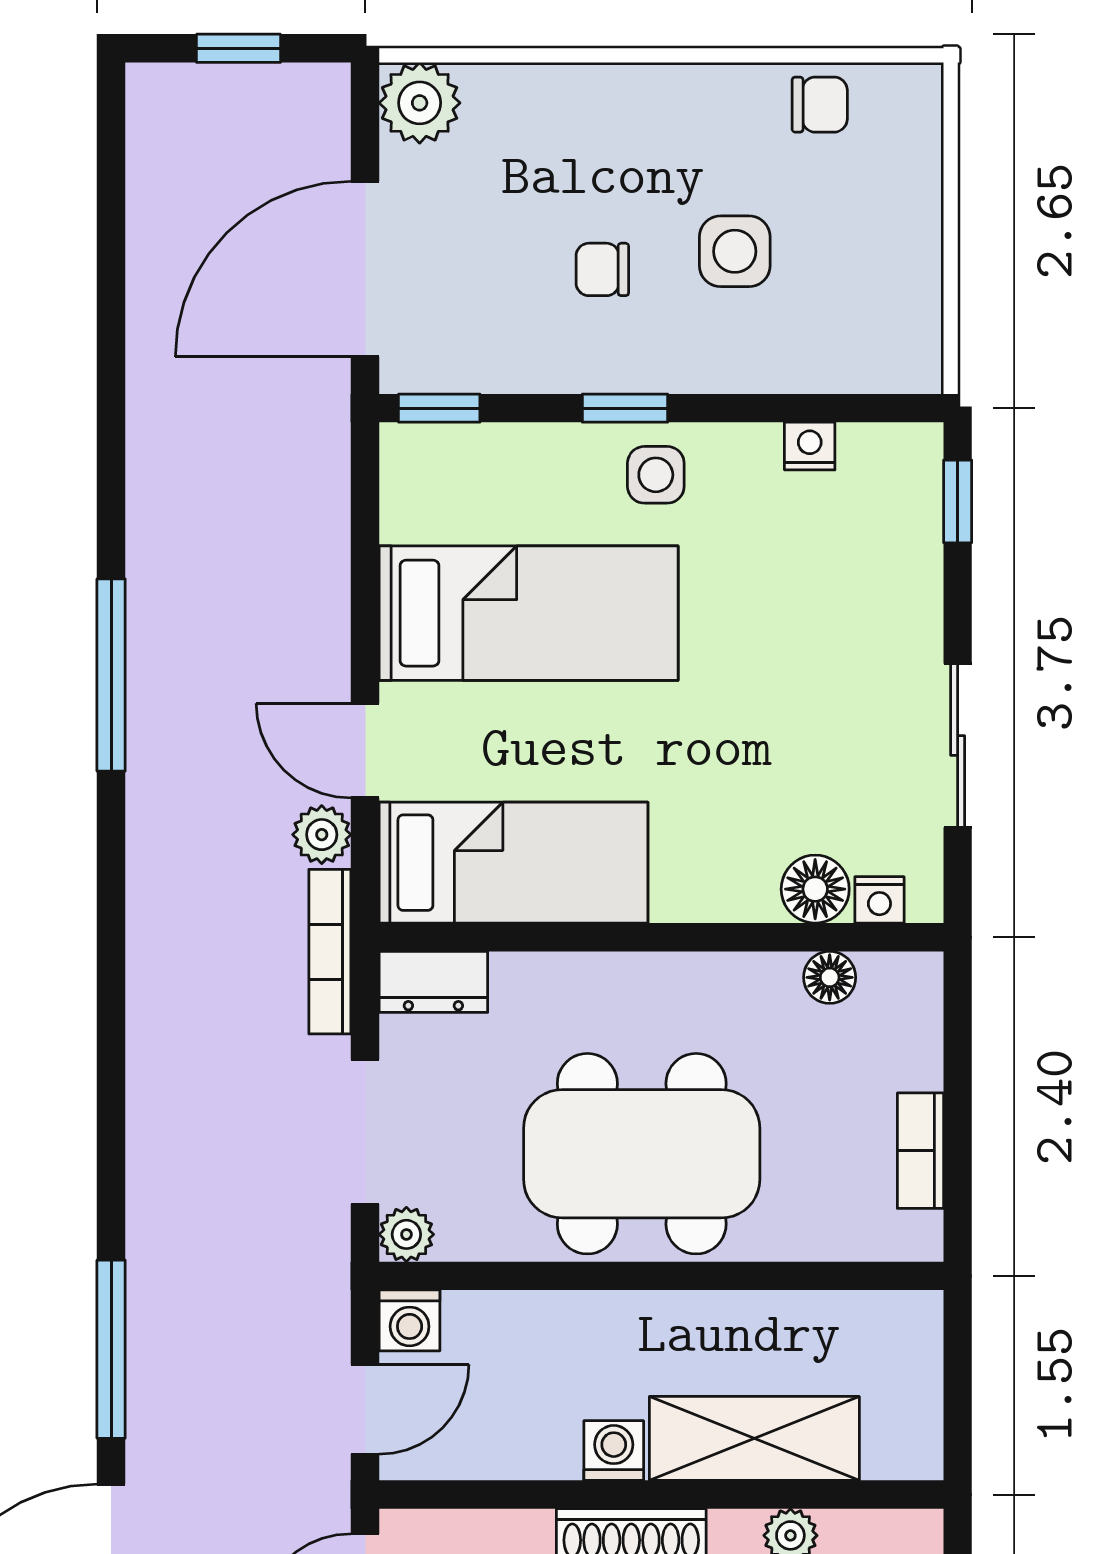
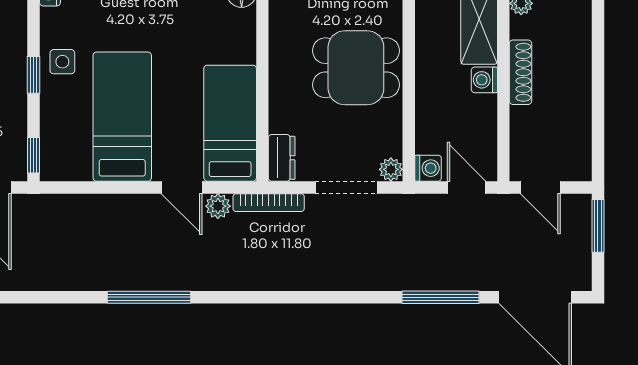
door: (365, 751) -> (182, 187), hinge flipped
dining table: (642, 1154) -> (356, 68), width x0.73

